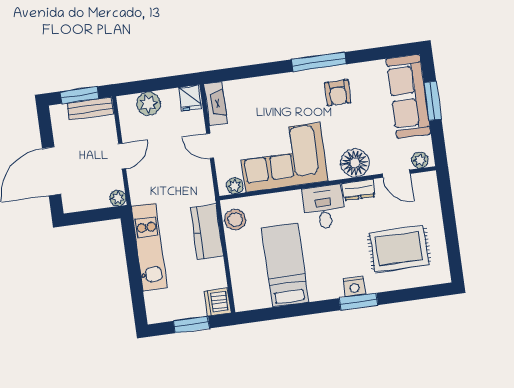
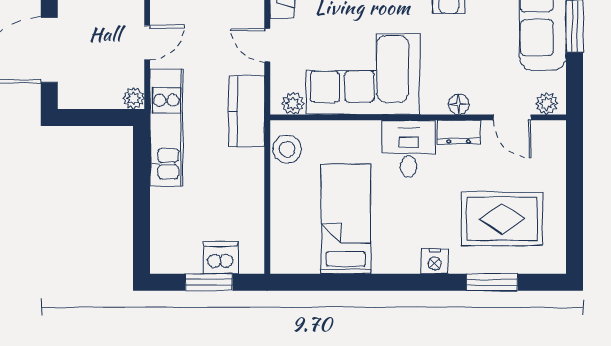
floor lamp: (355, 163) -> (459, 104), width x0.53, depth x0.53
kitchen counter: (207, 232) -> (247, 111), moved
kitchen unit: (149, 247) -> (166, 127), moved
dishwasher: (218, 302) -> (221, 258), moved, turned 90
window: (358, 302) -> (492, 282), moved

